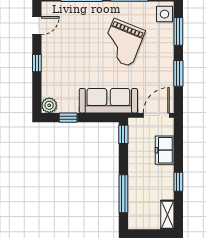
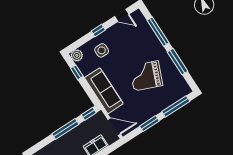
side table: (164, 14) -> (102, 50), moved
window: (178, 31) -> (176, 106), width x1.44
window: (123, 194) -> (65, 129), moved

